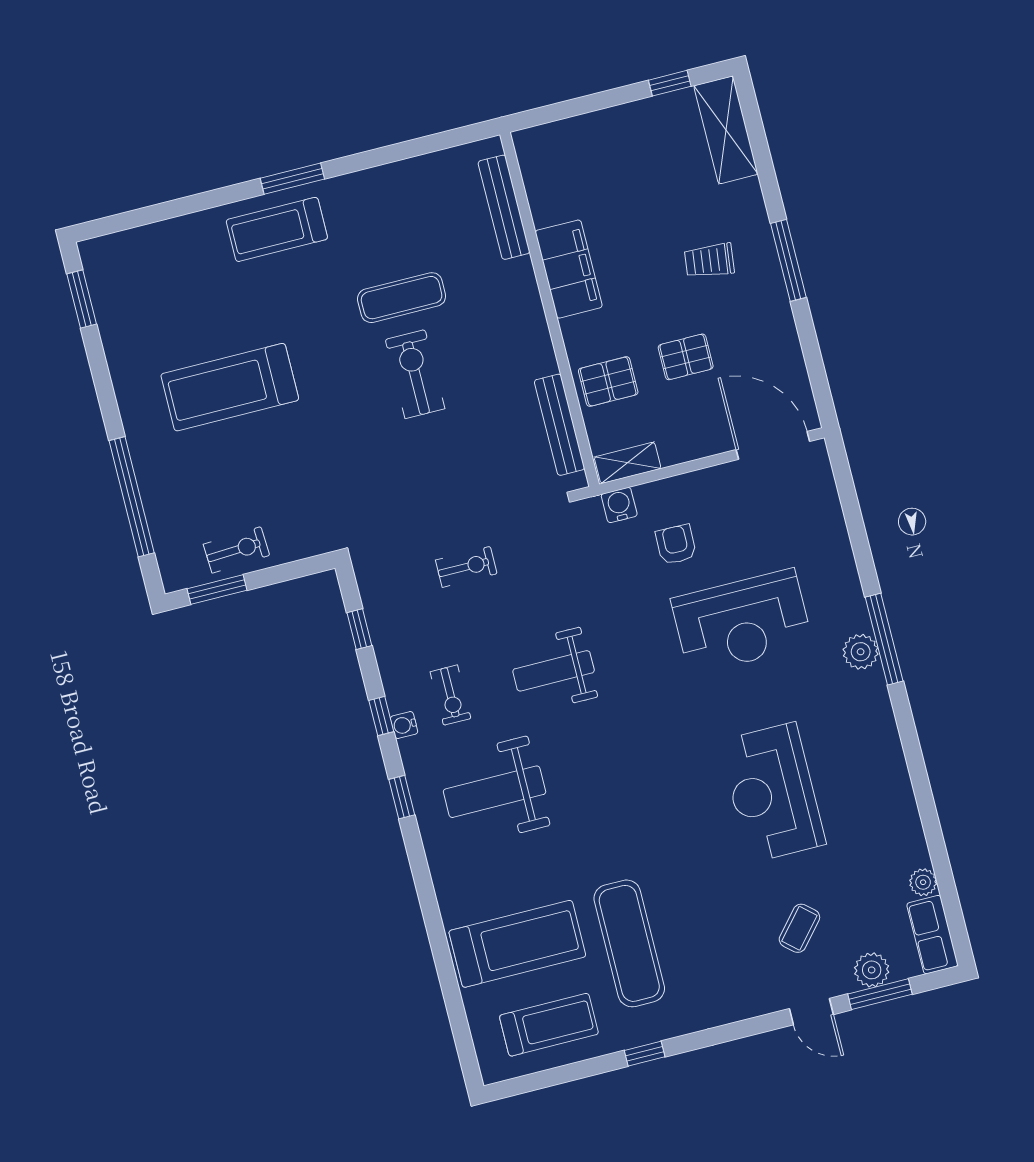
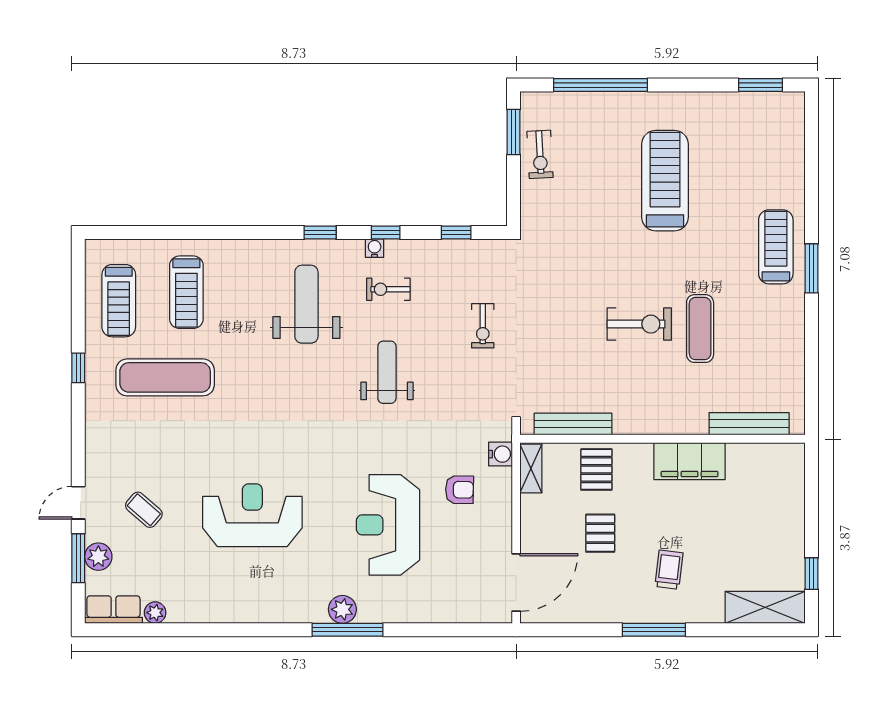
treadmill: (517, 944) -> (186, 292), width x0.73, depth x0.73

